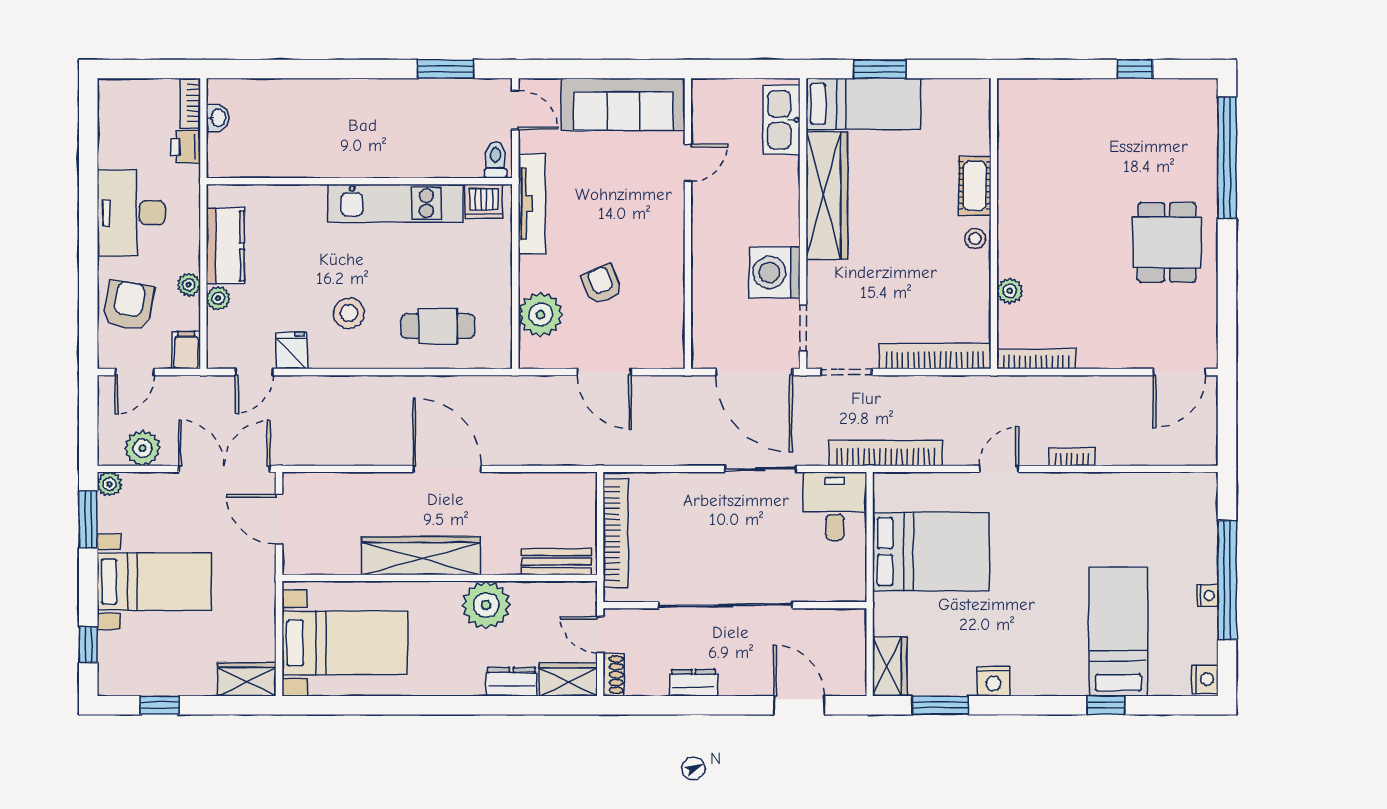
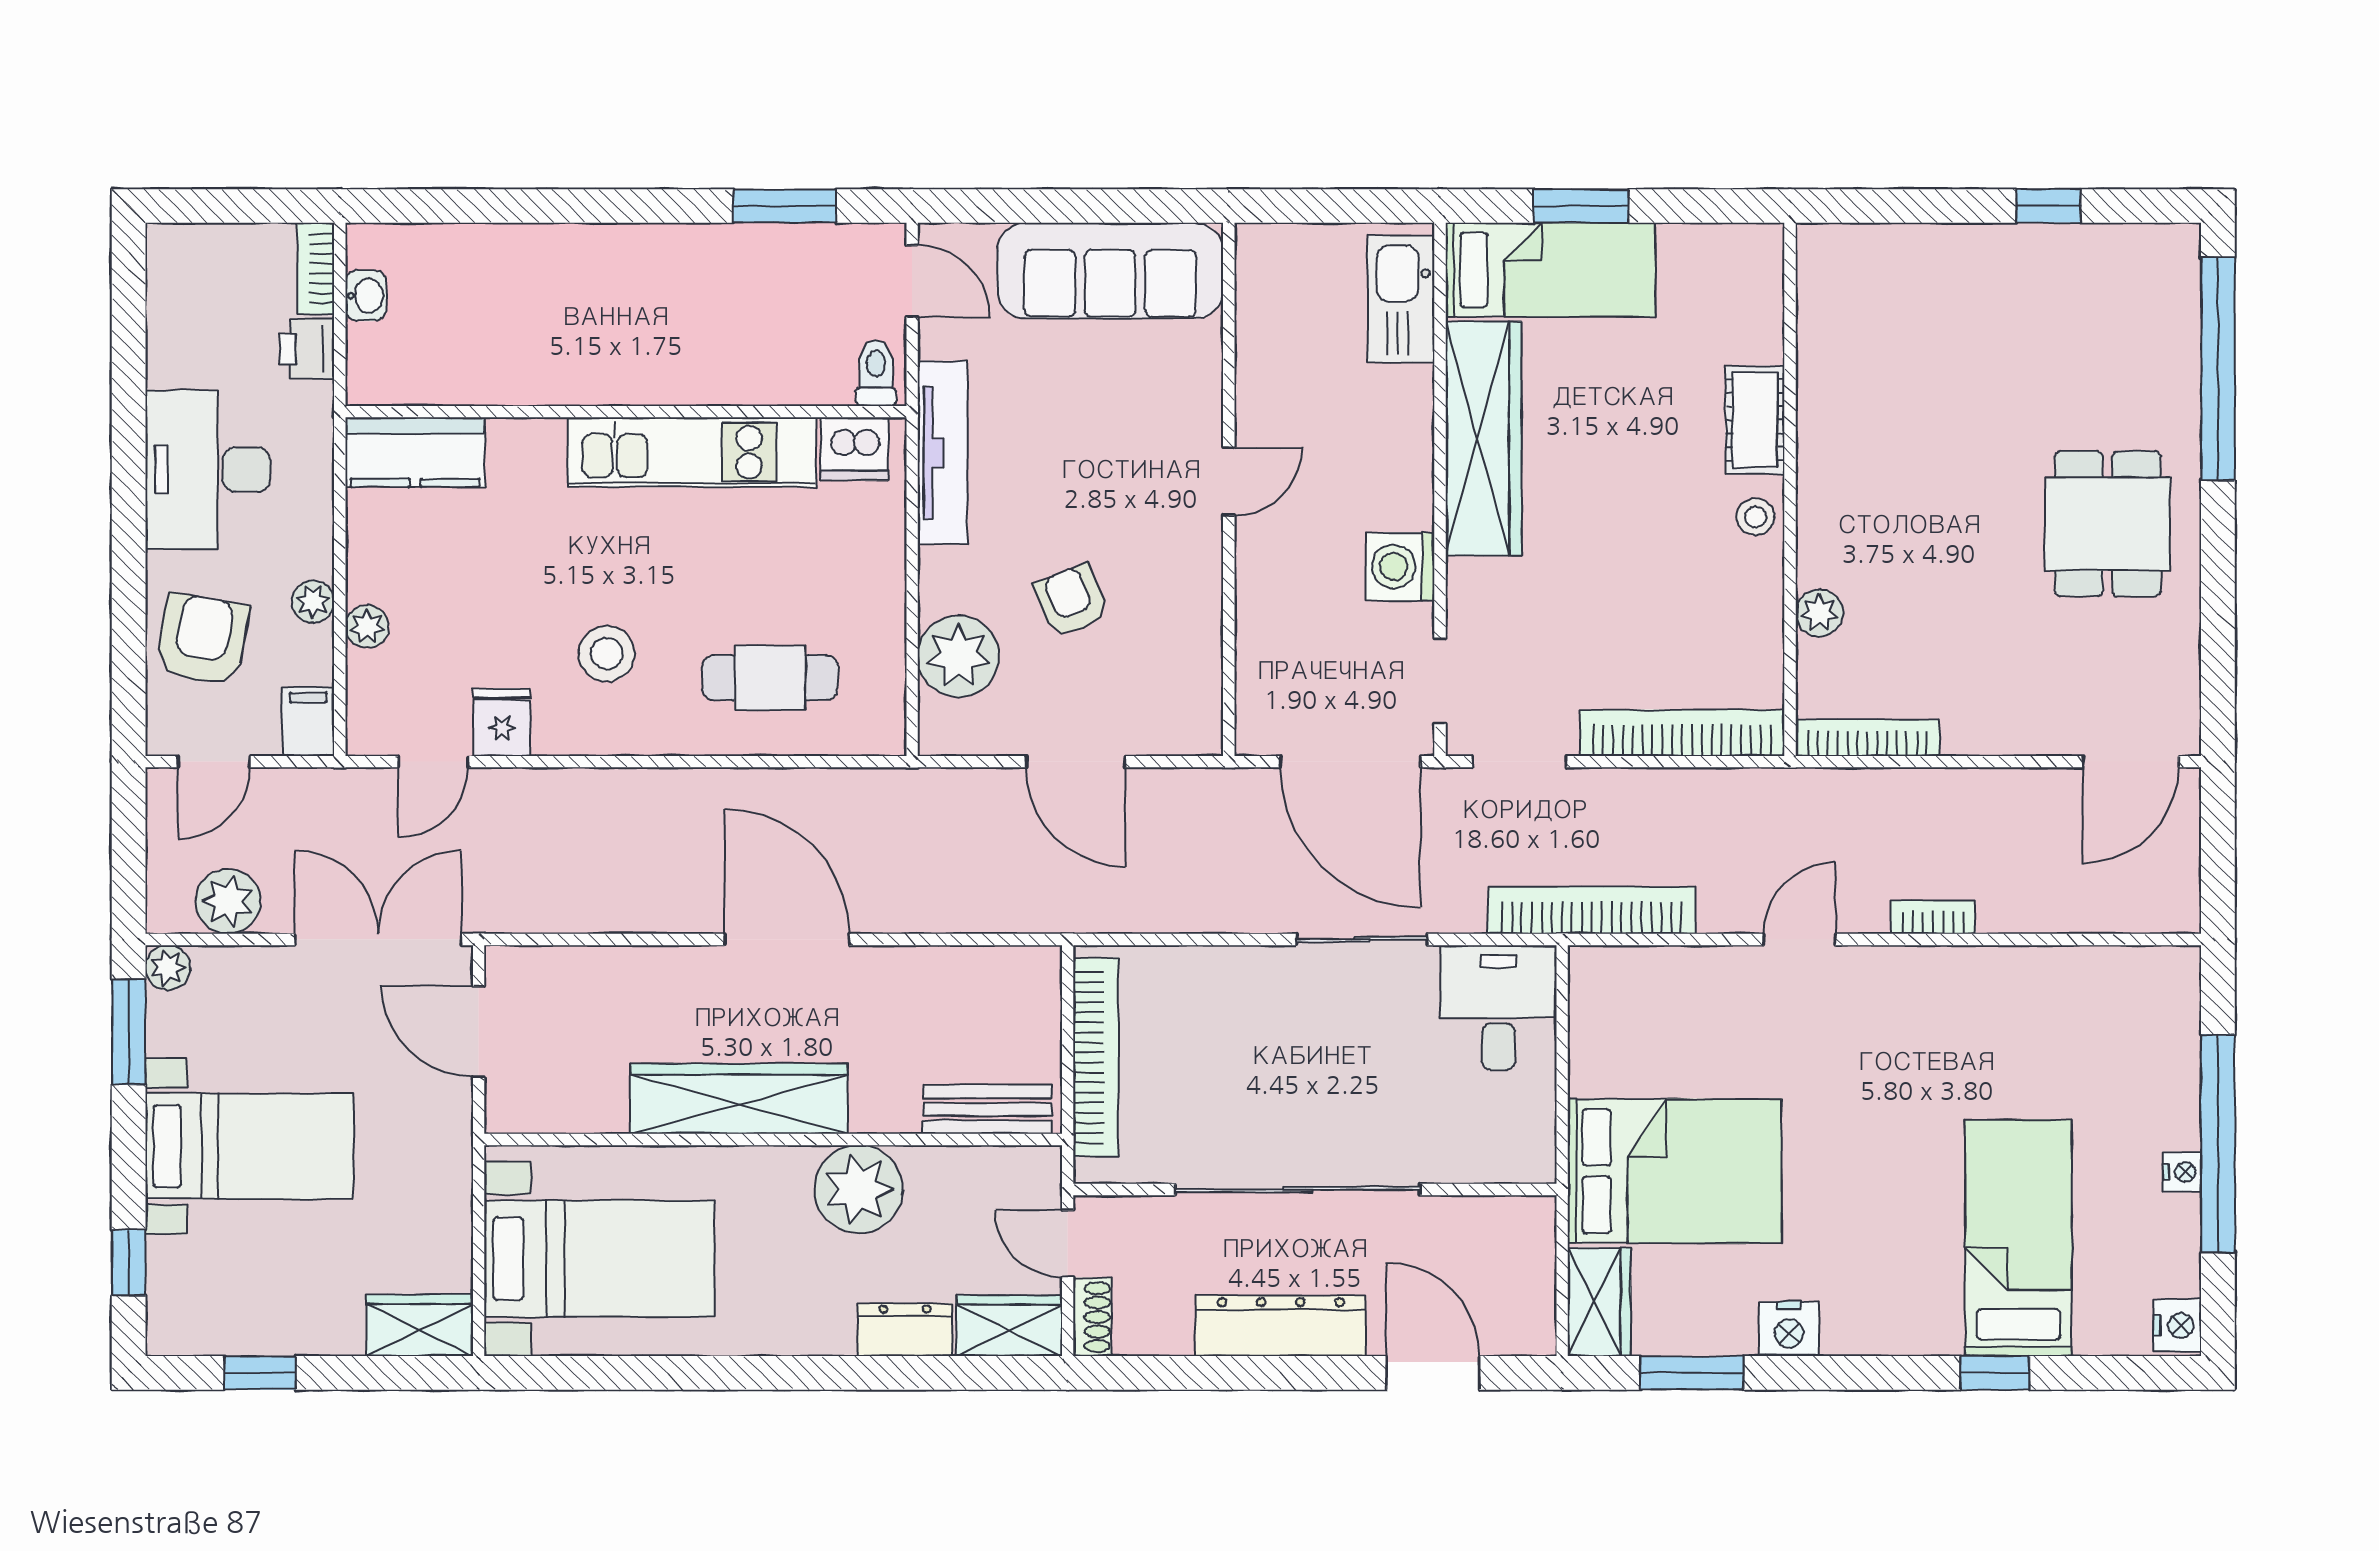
door: (688, 163) -> (1229, 481), moved
kitchen counter: (225, 246) -> (415, 452), moved, turned 90
washing machine: (775, 272) -> (1400, 567), width x0.73, depth x0.73
bed: (931, 552) -> (1675, 1171), moved
dresser: (694, 683) -> (1281, 1326), width x1.96, depth x1.24

